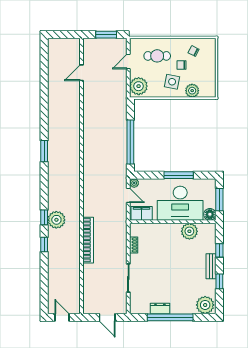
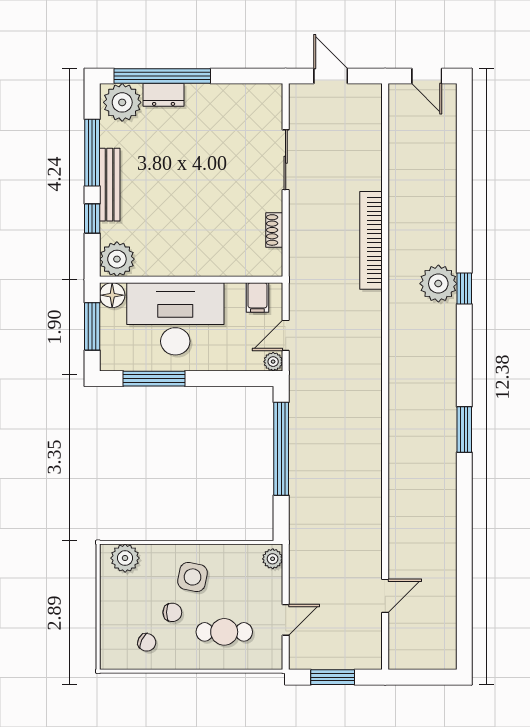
plant: (139, 86) -> (273, 559), width x0.53, depth x0.53
plant: (192, 91) -> (125, 558), moved
window: (179, 175) -> (154, 379), moved
door: (128, 195) -> (286, 335), hinge flipped
filing cabinet: (142, 213) -> (257, 297), width x0.50
plant: (189, 231) -> (117, 259), moved
window: (44, 244) -> (464, 231), removed
bench: (211, 266) -> (110, 185), width x1.36
window: (219, 281) -> (92, 153), width x2.17
dresser: (160, 308) -> (164, 95), moved
window: (170, 317) -> (162, 76), moved

